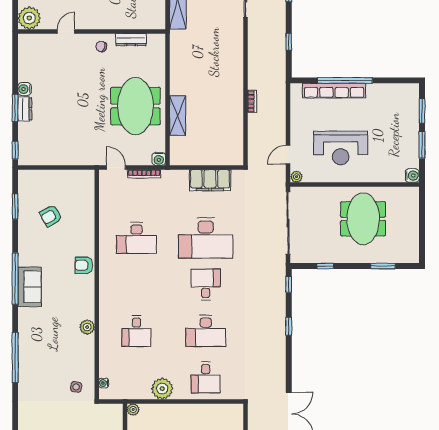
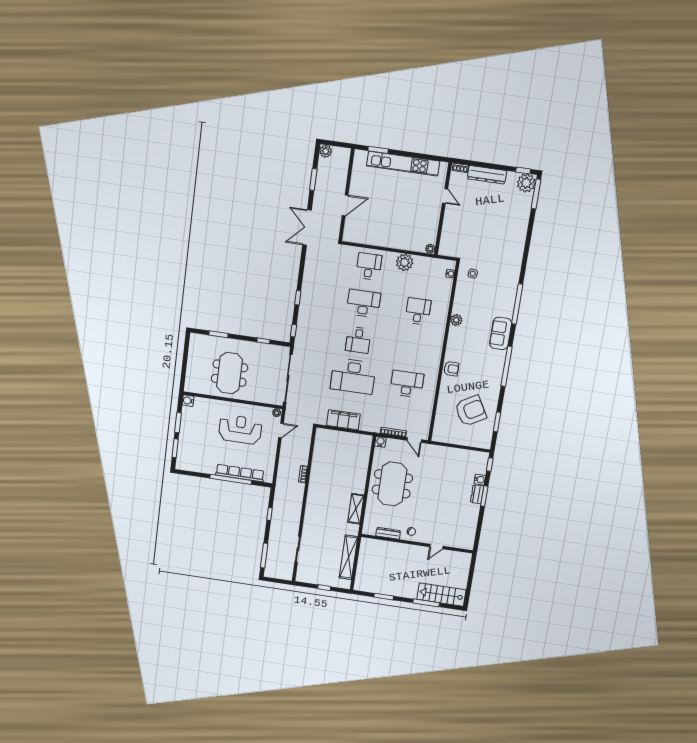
plant: (29, 18) -> (462, 560), removed
water cooler: (25, 89) -> (480, 480), moved
shelving: (178, 116) -> (356, 509), moved
armchair: (51, 216) -> (471, 411), width x1.88, depth x1.88
desk: (206, 238) -> (353, 376), turned 180
sofa: (30, 287) -> (501, 333), moved

